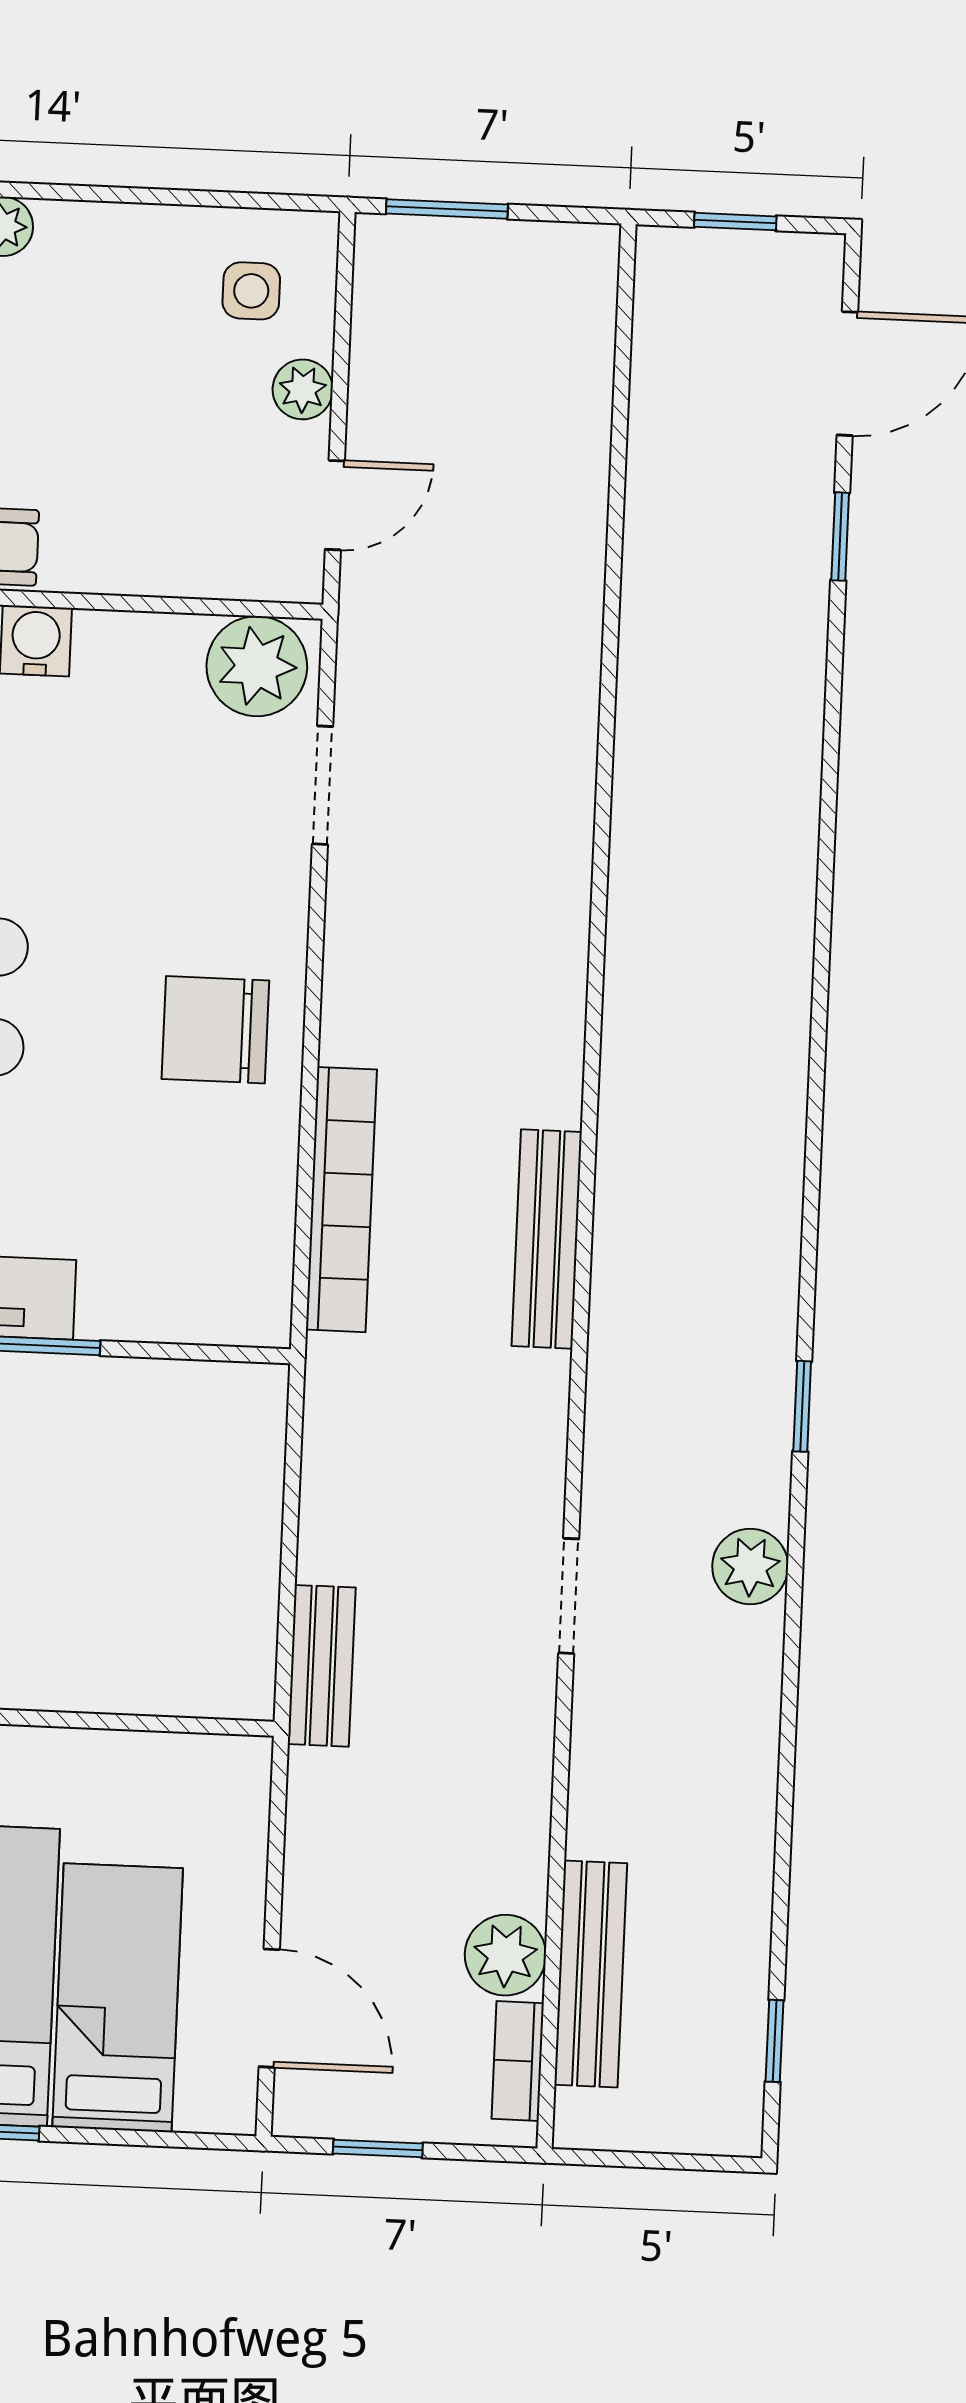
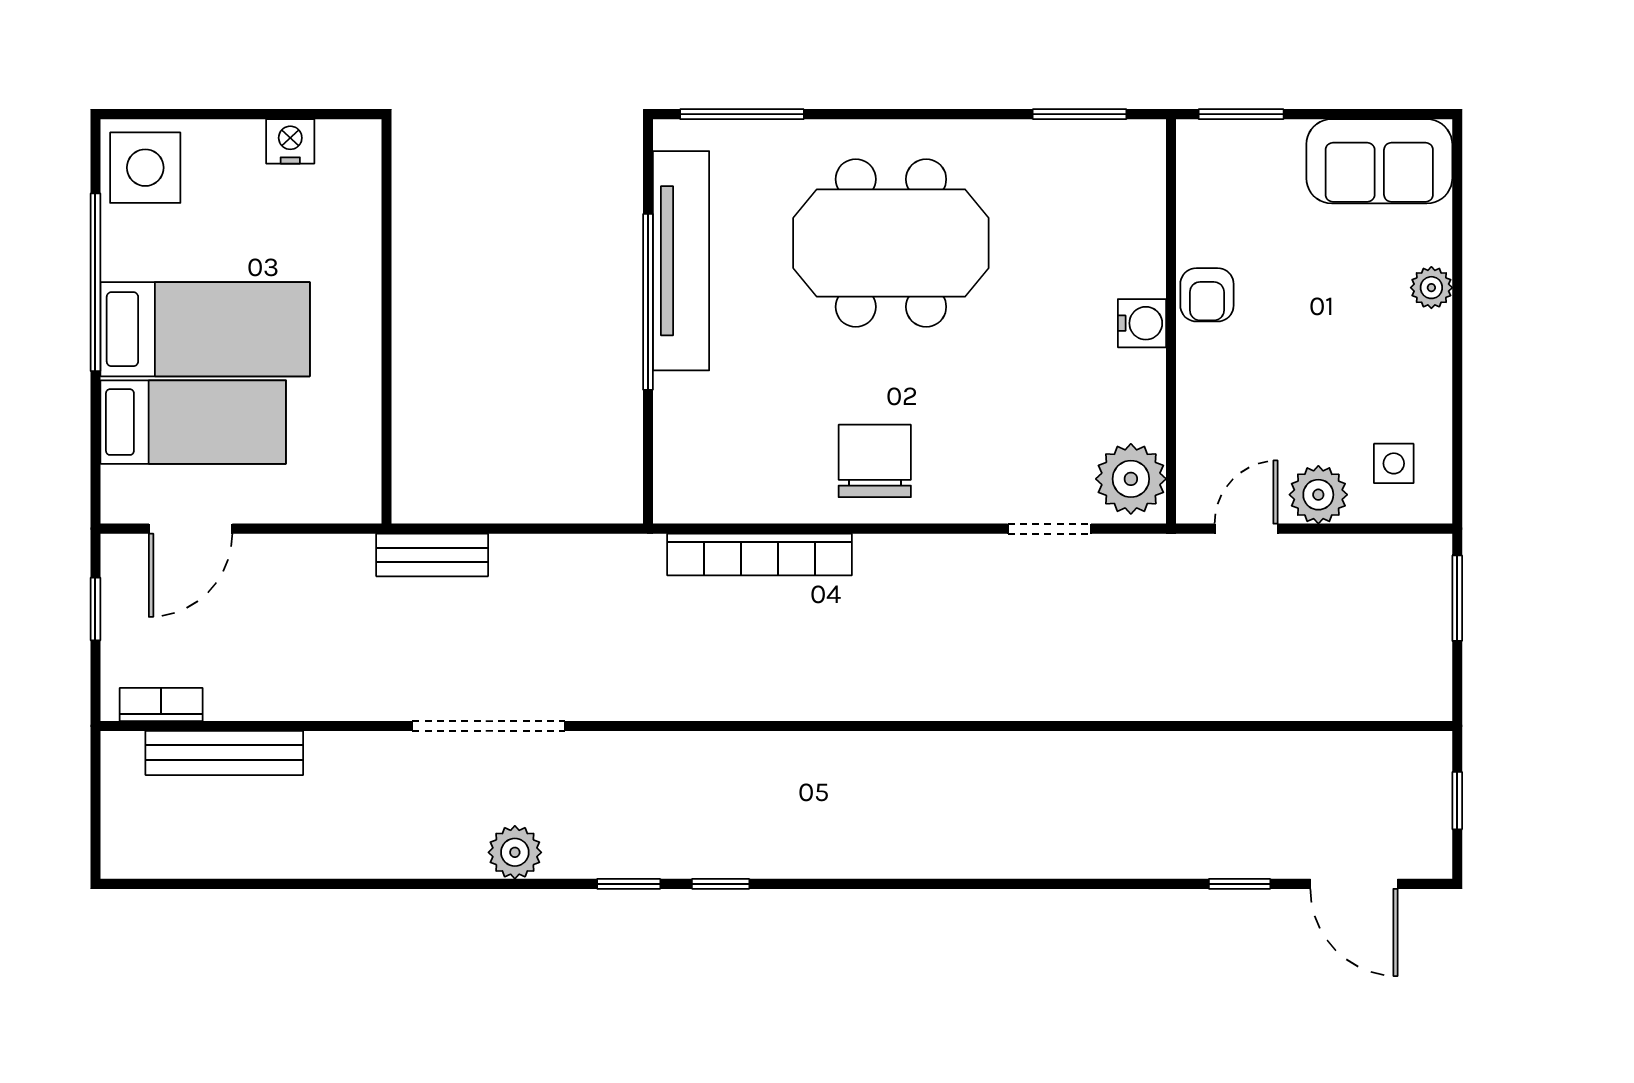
plant: (303, 389) -> (1318, 495), width x1.38, depth x1.38
door: (335, 505) -> (1246, 529), swing flipped
bench: (547, 1239) -> (738, 700), removed
doorway: (569, 1596) -> (489, 726), width x1.88
plant: (505, 1955) -> (235, 693), removed
window: (774, 2041) -> (721, 884), moved

